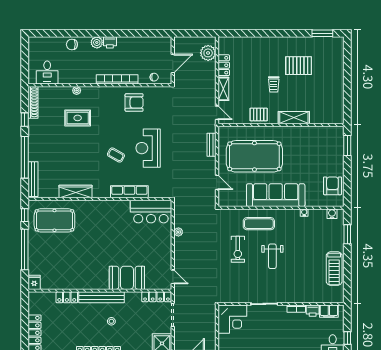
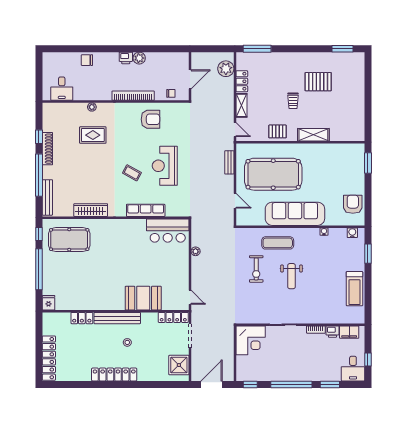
window: (239, 33) -> (257, 49), added
plant: (97, 42) -> (139, 58), moved
shoe rack: (33, 102) -> (47, 149), moved

